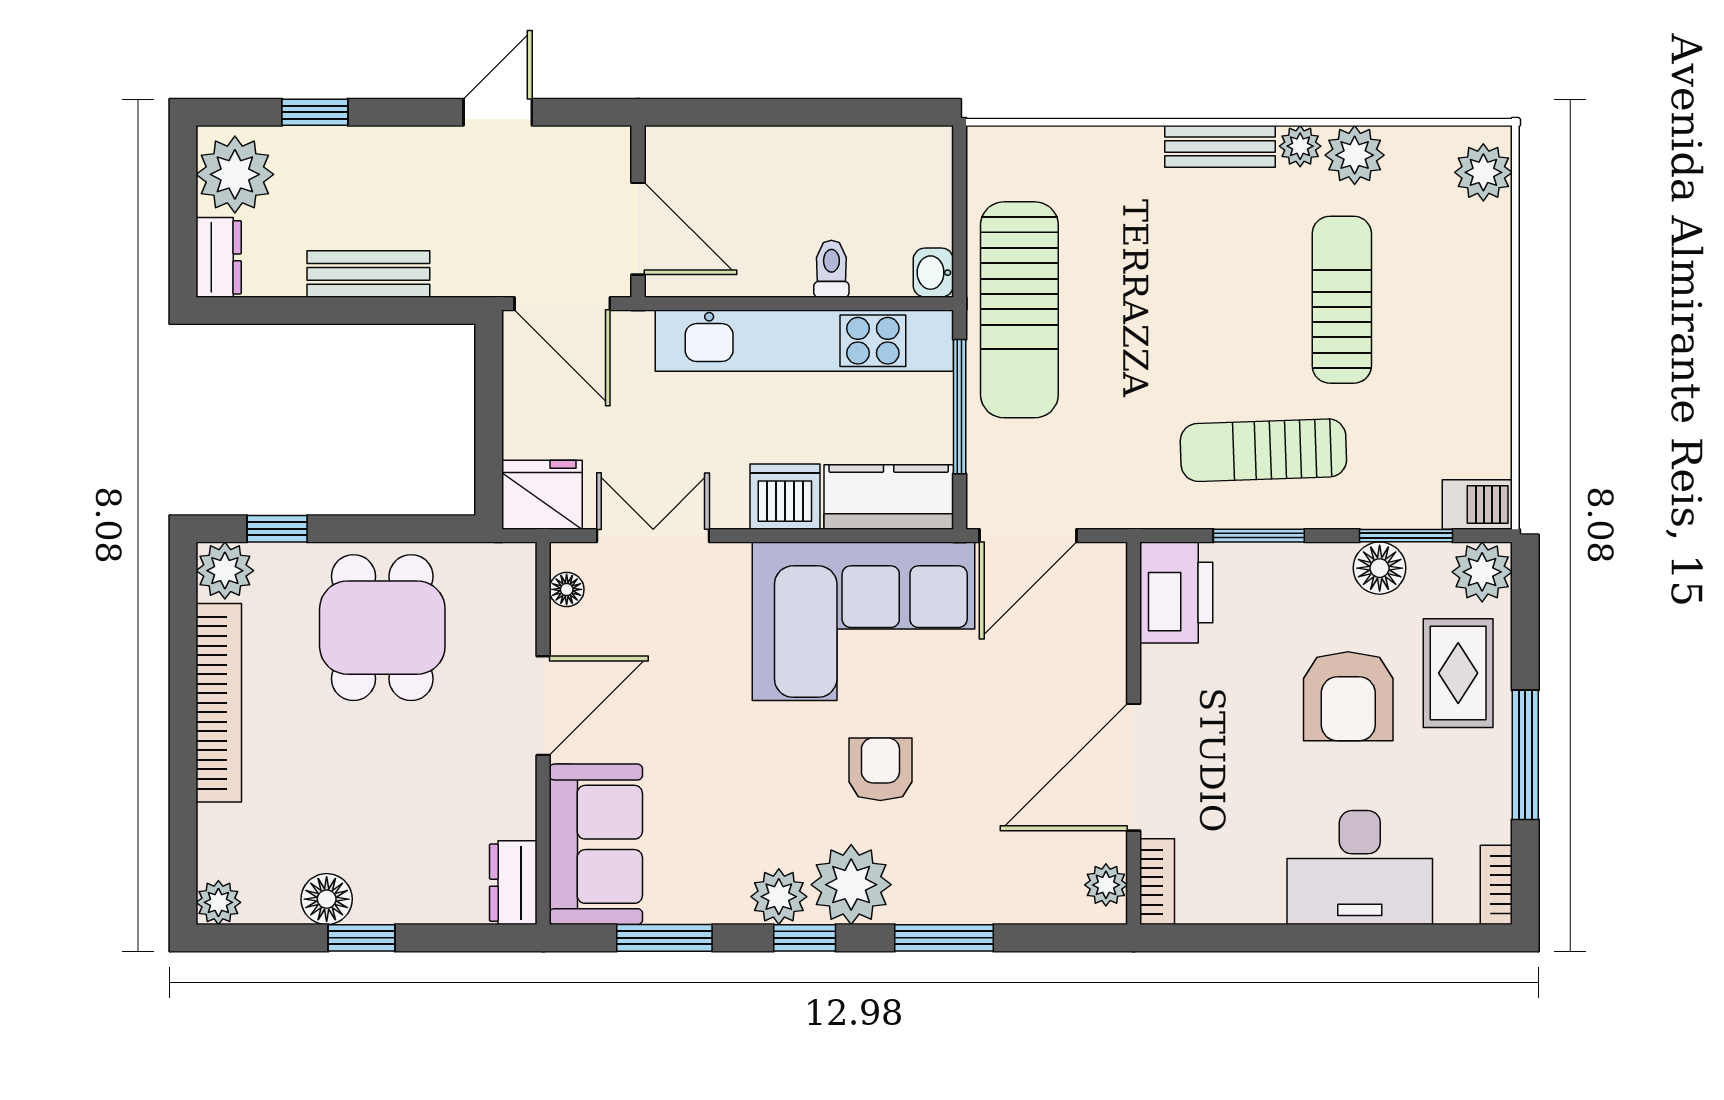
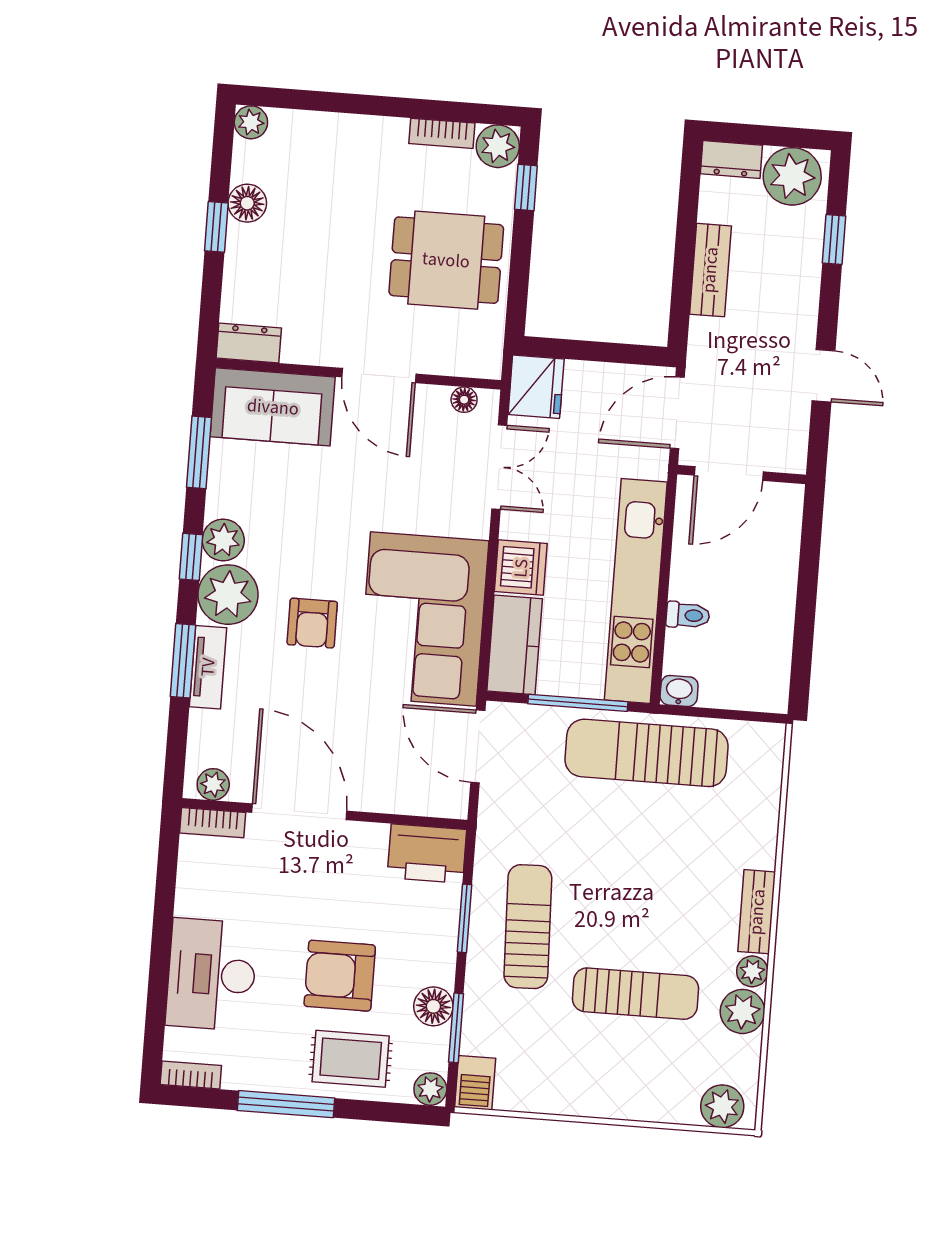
plant: (1482, 572) -> (430, 1089), width x0.73, depth x0.73
bookcase: (219, 703) -> (442, 133), width x0.43, depth x0.76
armchair: (880, 769) -> (312, 623), turned 90
tv unit: (950, 904) -> (208, 667), added

